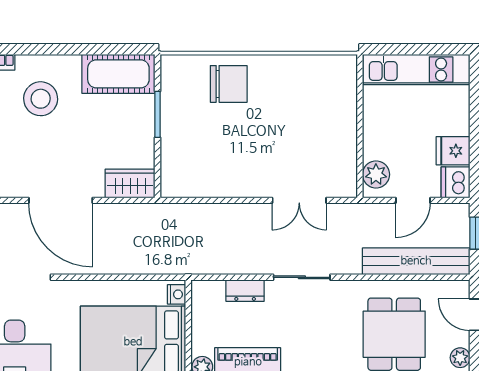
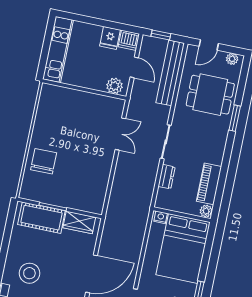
cot: (118, 74) -> (41, 218), moved, turned 90
wardrobe: (130, 183) -> (79, 222), moved, turned -90

